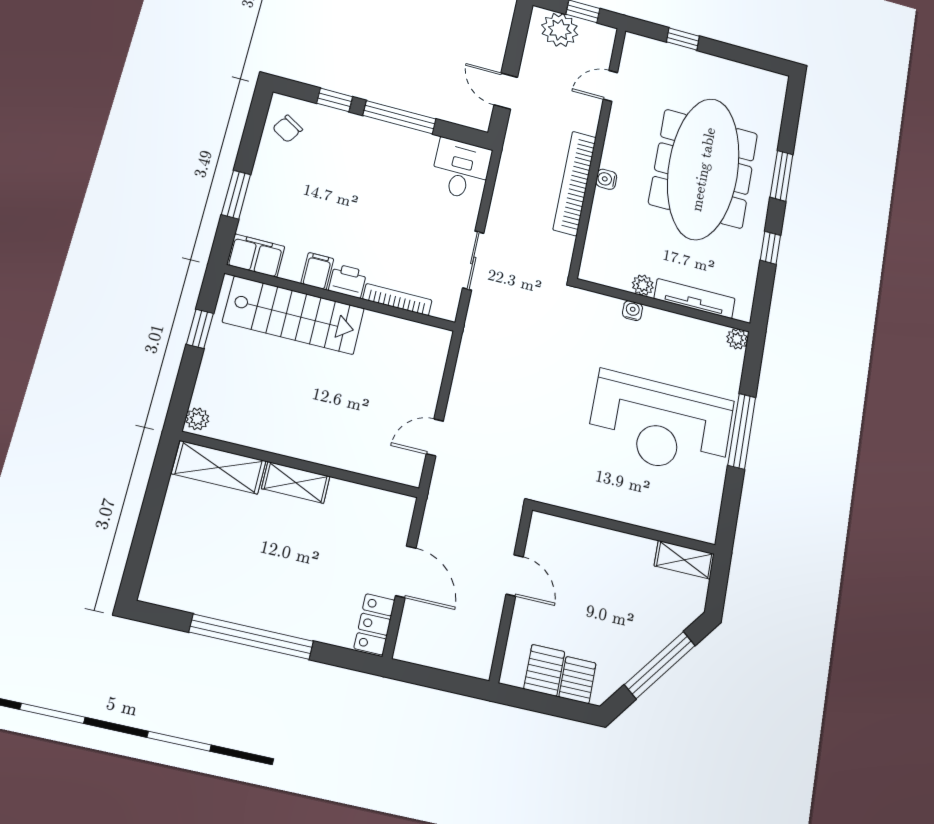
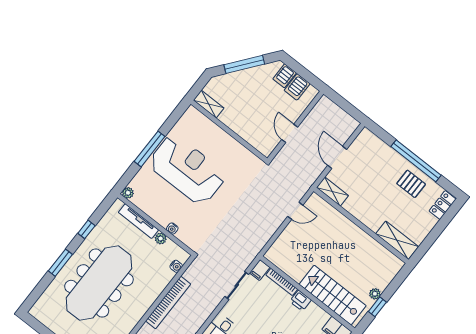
water cooler: (606, 179) -> (176, 266), moved
filing cabinet: (317, 271) -> (260, 270), moved
plant: (197, 419) -> (375, 294), moved
shelving: (296, 482) -> (332, 192), moved
pallet: (240, 587) -> (411, 184), added
locker: (374, 624) -> (443, 205), moved, turned 180

